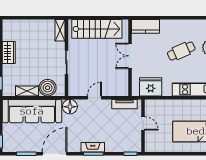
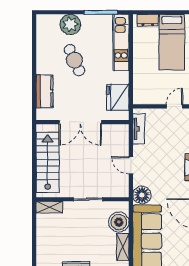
kitchen counter: (145, 26) -> (45, 91), moved
double door: (130, 56) -> (80, 122), width x1.37
door: (143, 123) -> (174, 106), moved

